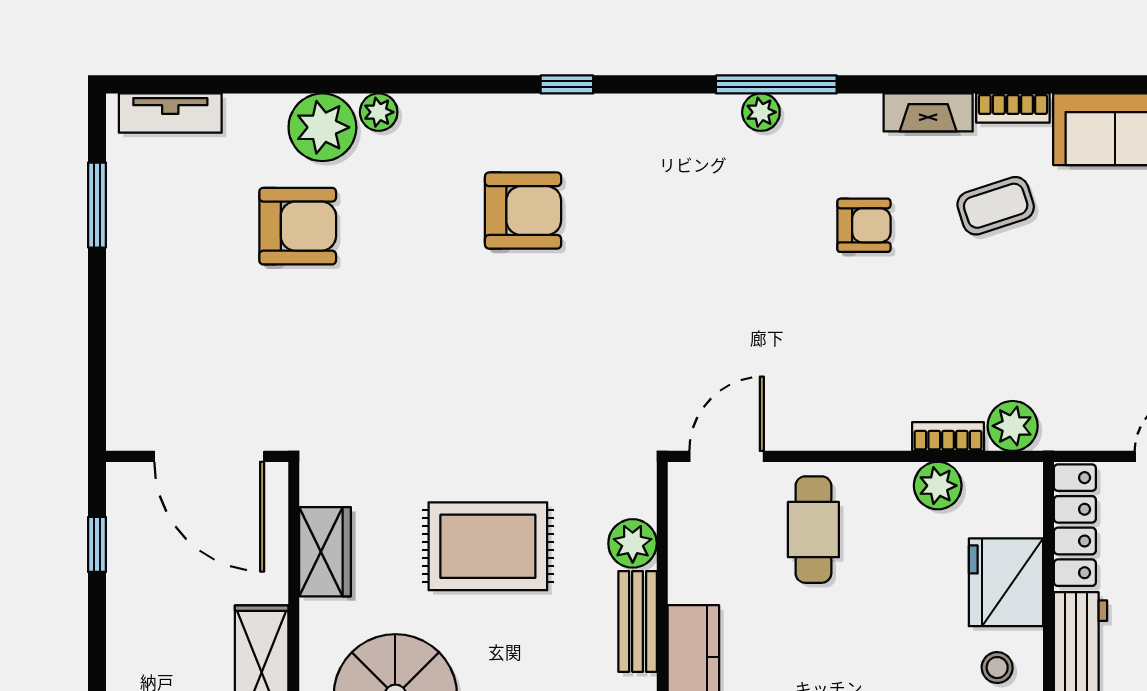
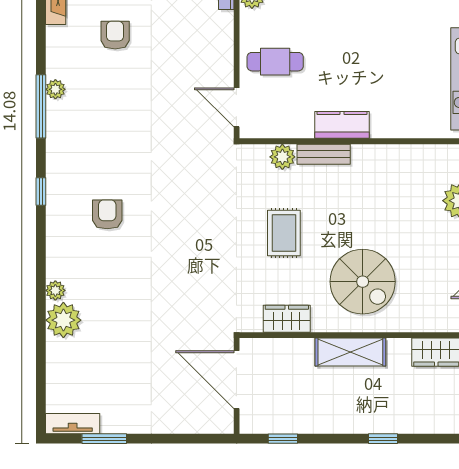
window: (776, 84) -> (41, 106), moved
tv unit: (170, 113) -> (73, 424), moved, turned -90
armchair: (523, 211) -> (107, 214), width x0.72, depth x0.72
armchair: (298, 226) -> (115, 333), removed
door: (209, 456) -> (237, 380), swing flipped
rug: (488, 546) -> (284, 233), width x0.73, depth x0.70

